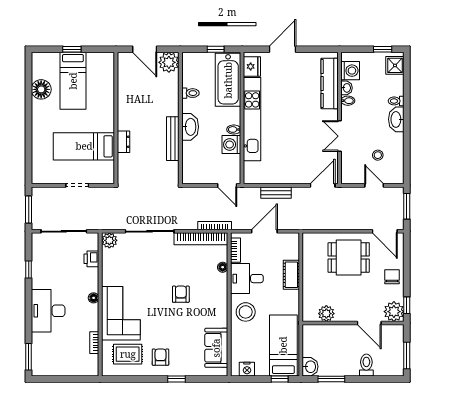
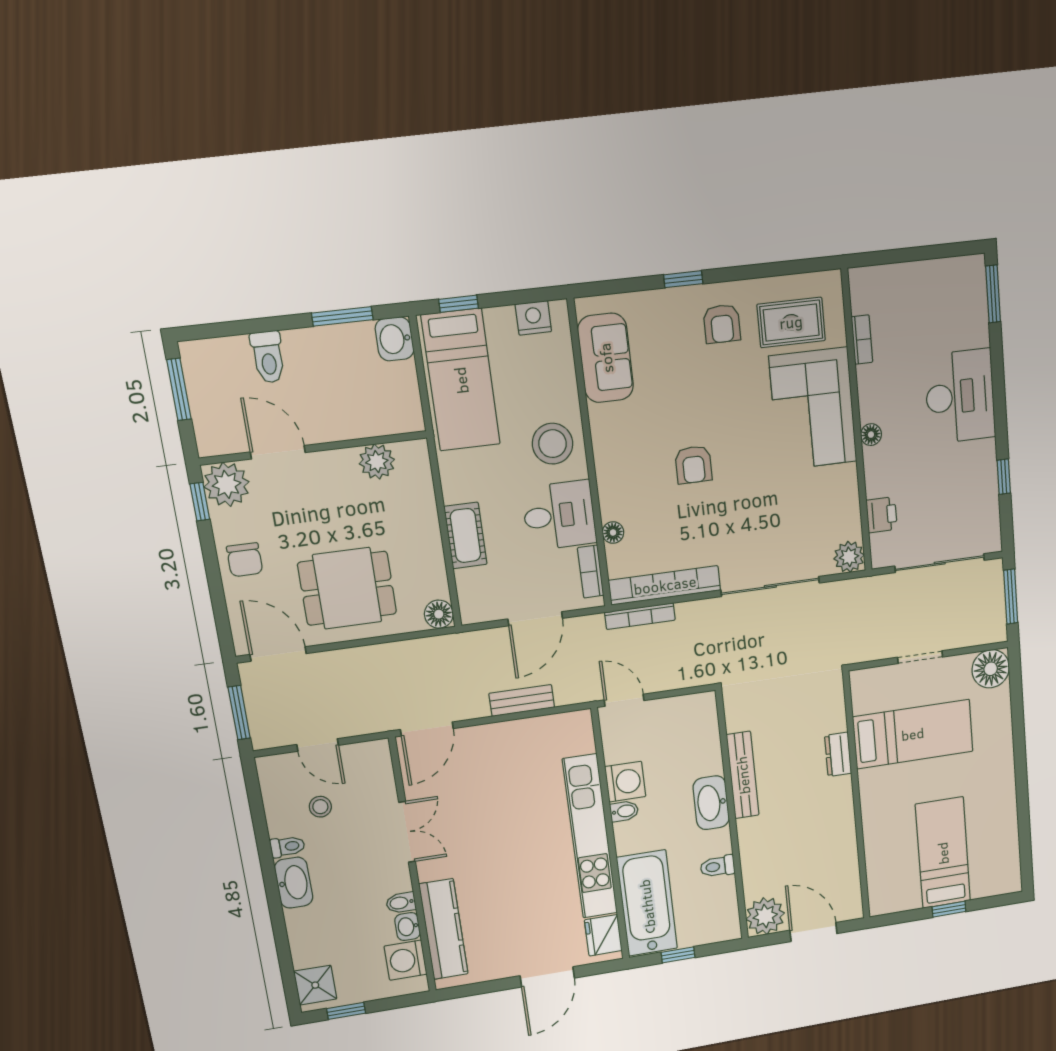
floor lamp: (41, 89) -> (991, 669), moved
toilet: (396, 101) -> (287, 847), moved
floor lamp: (309, 240) -> (439, 614), added

